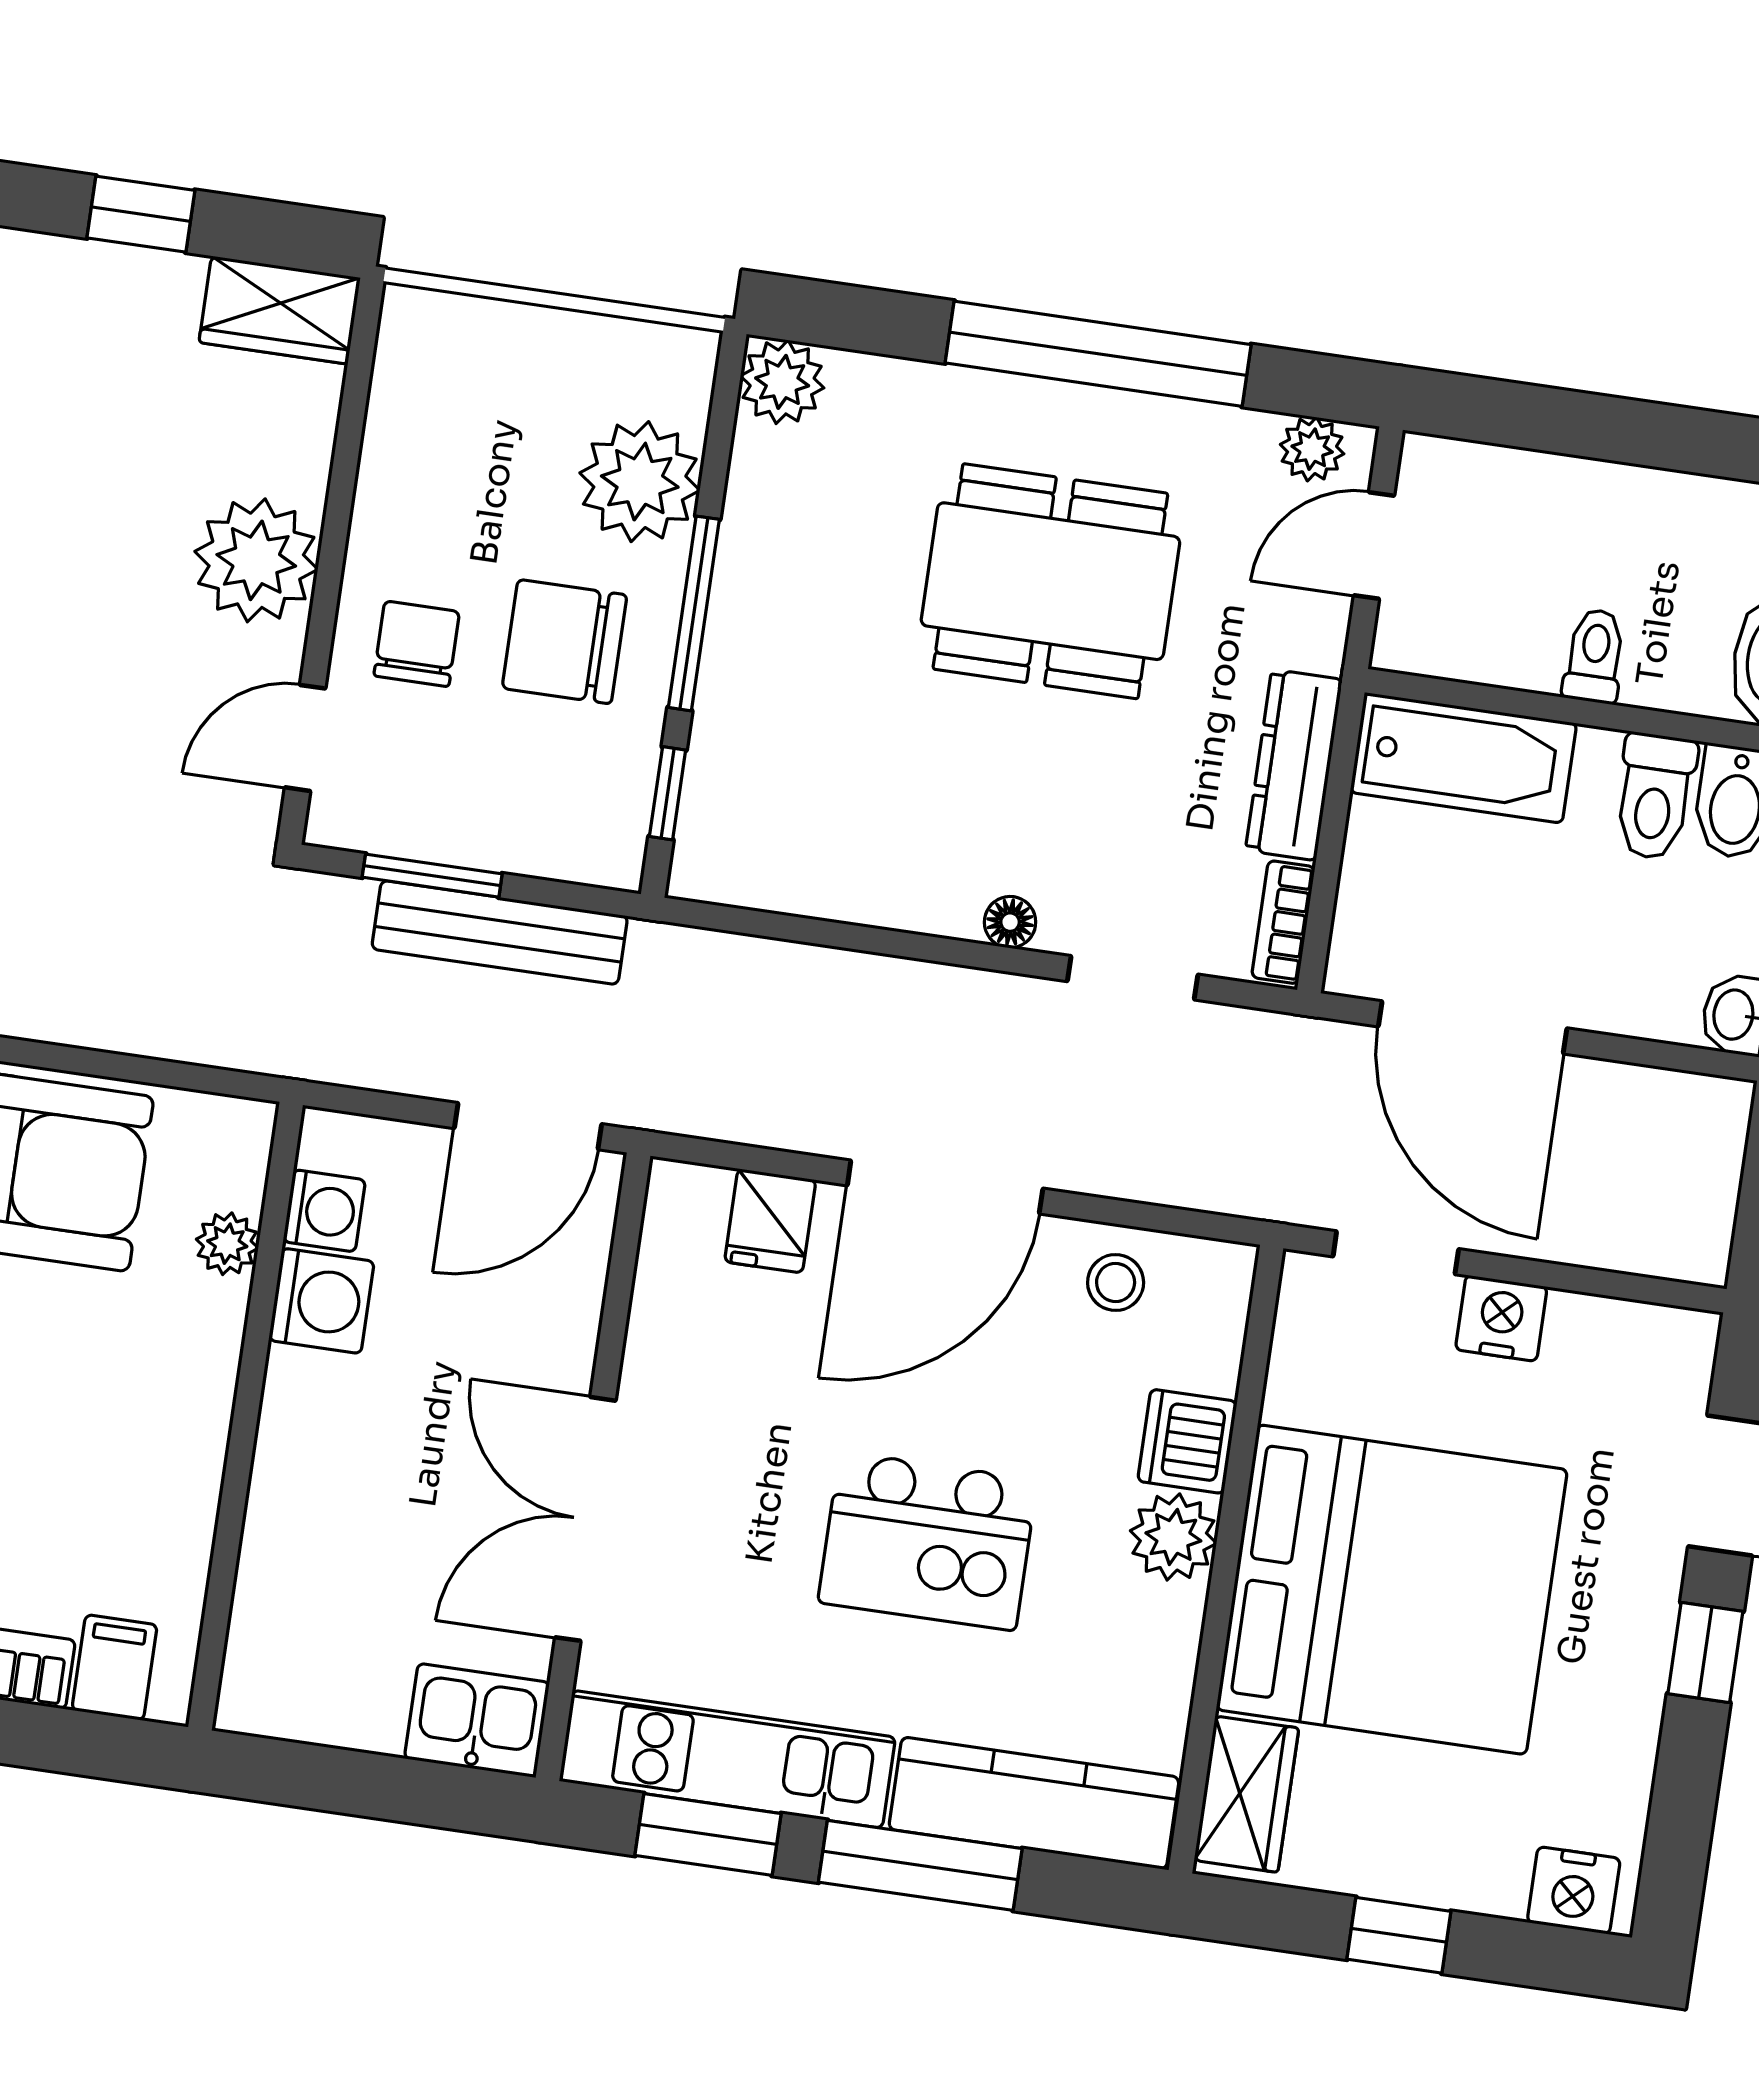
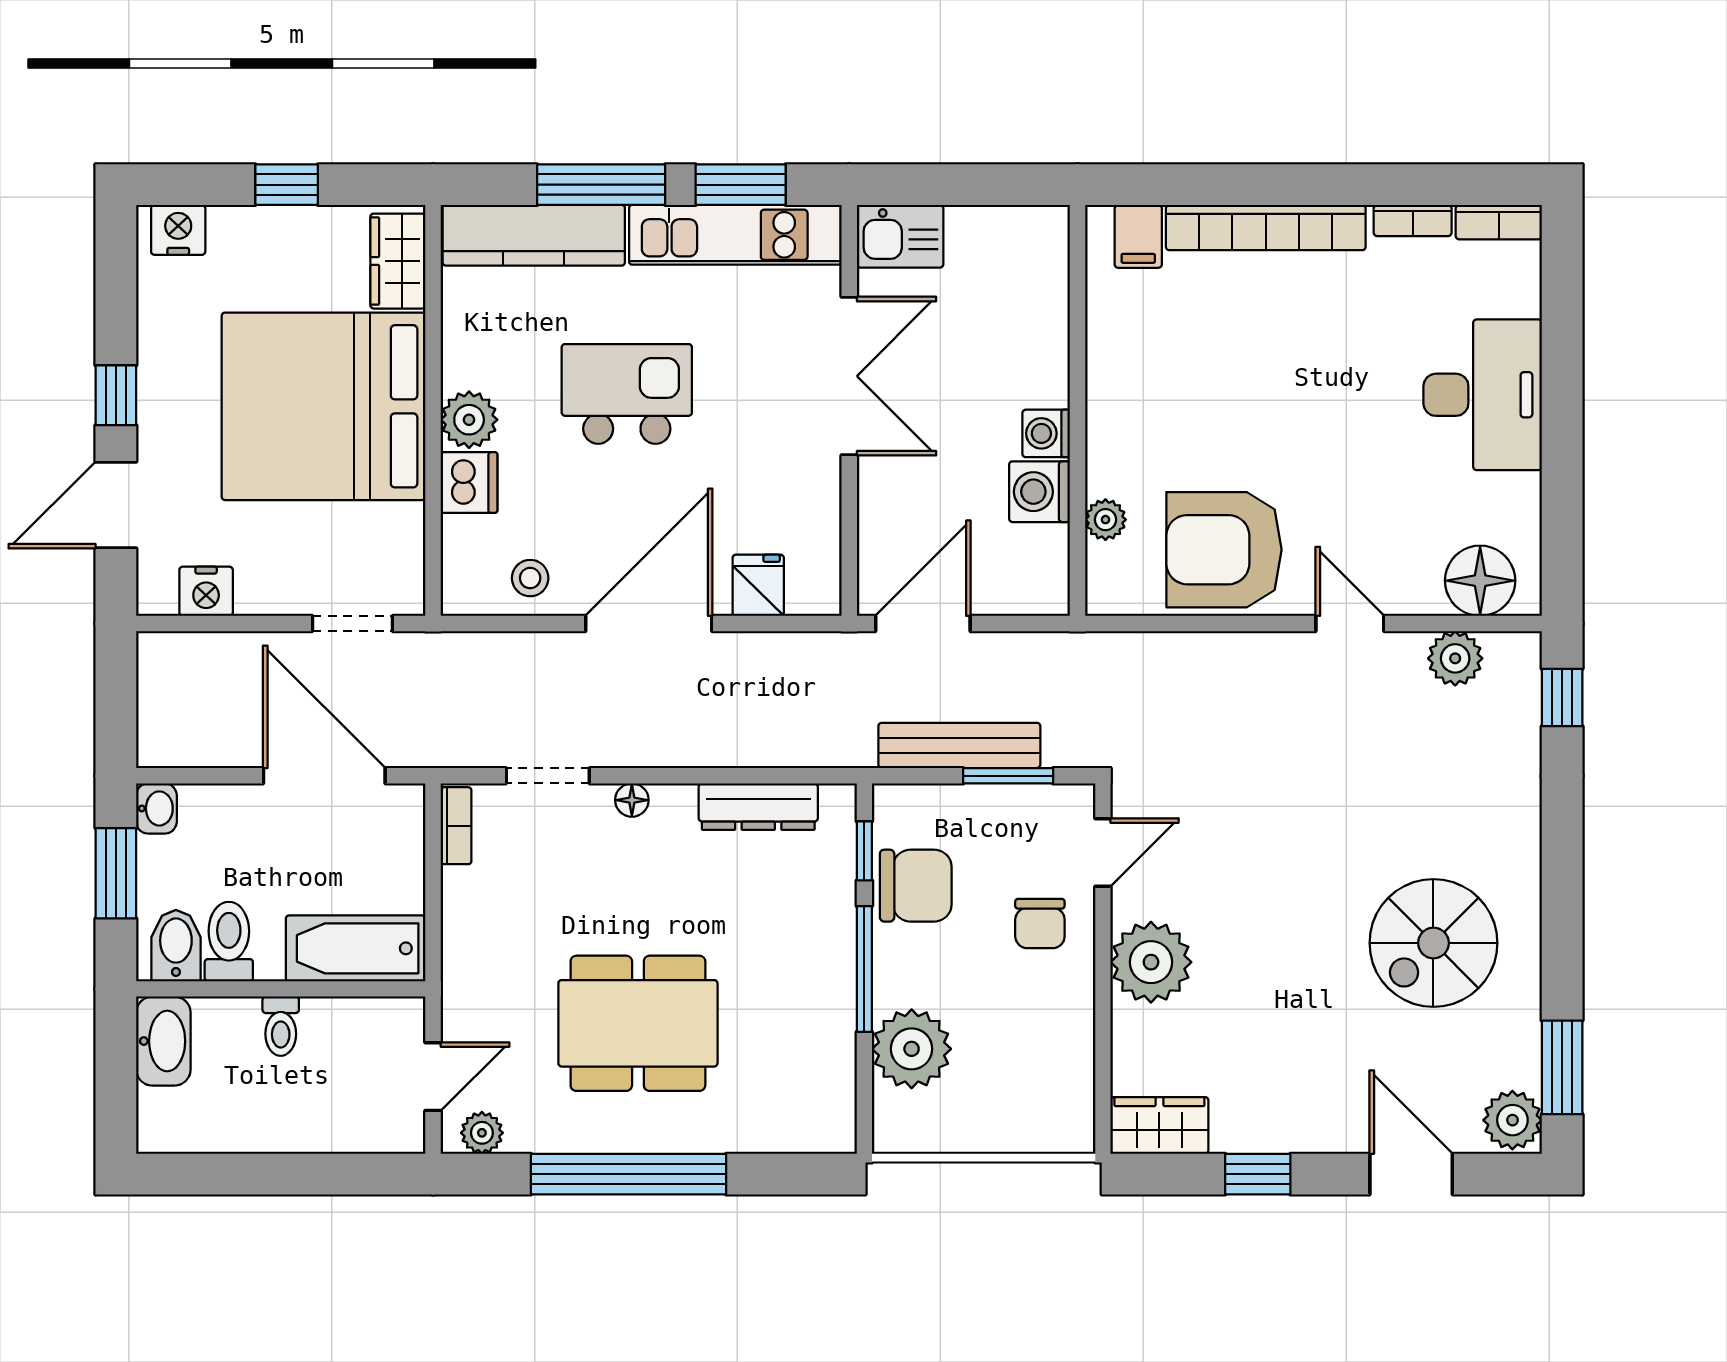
plant: (782, 382) -> (829, 1126), removed
chair: (564, 642) -> (916, 886), moved
dresser: (1294, 765) -> (758, 807), moved, turned 90
washing machine: (324, 1211) -> (1046, 433), moved
nightstand: (1501, 1318) -> (206, 591), moved

